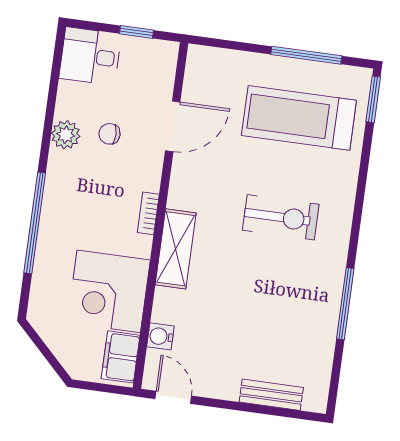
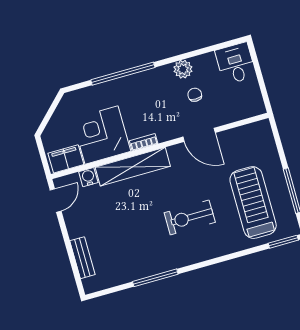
window: (136, 32) -> (262, 84), removed
door: (173, 126) -> (199, 135), moved
bookcase: (148, 213) -> (144, 142), moved
exercise bike: (281, 217) -> (190, 217), turned 90
shelving: (176, 249) -> (133, 167), width x1.47

